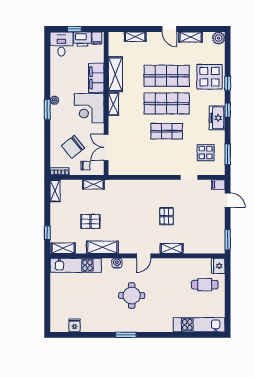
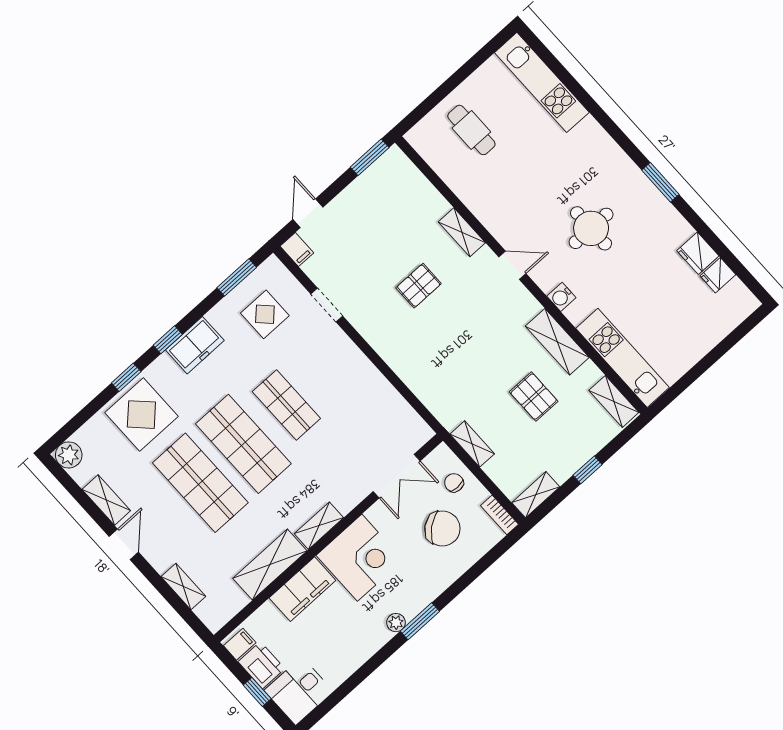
window: (47, 233) -> (588, 470), moved
fridge: (218, 266) -> (698, 253), moved, turned 90

